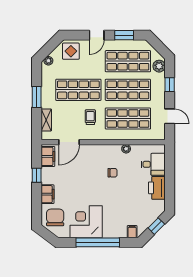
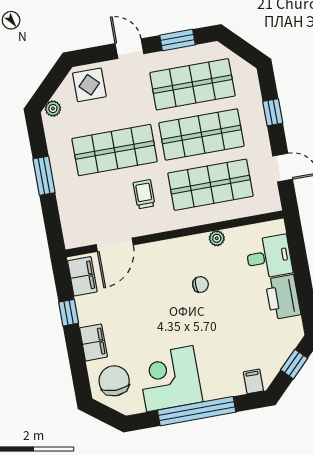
door: (97, 35) -> (129, 49), swing flipped
plant: (159, 66) -> (248, 83), removed
shelving: (46, 120) -> (68, 213), removed

